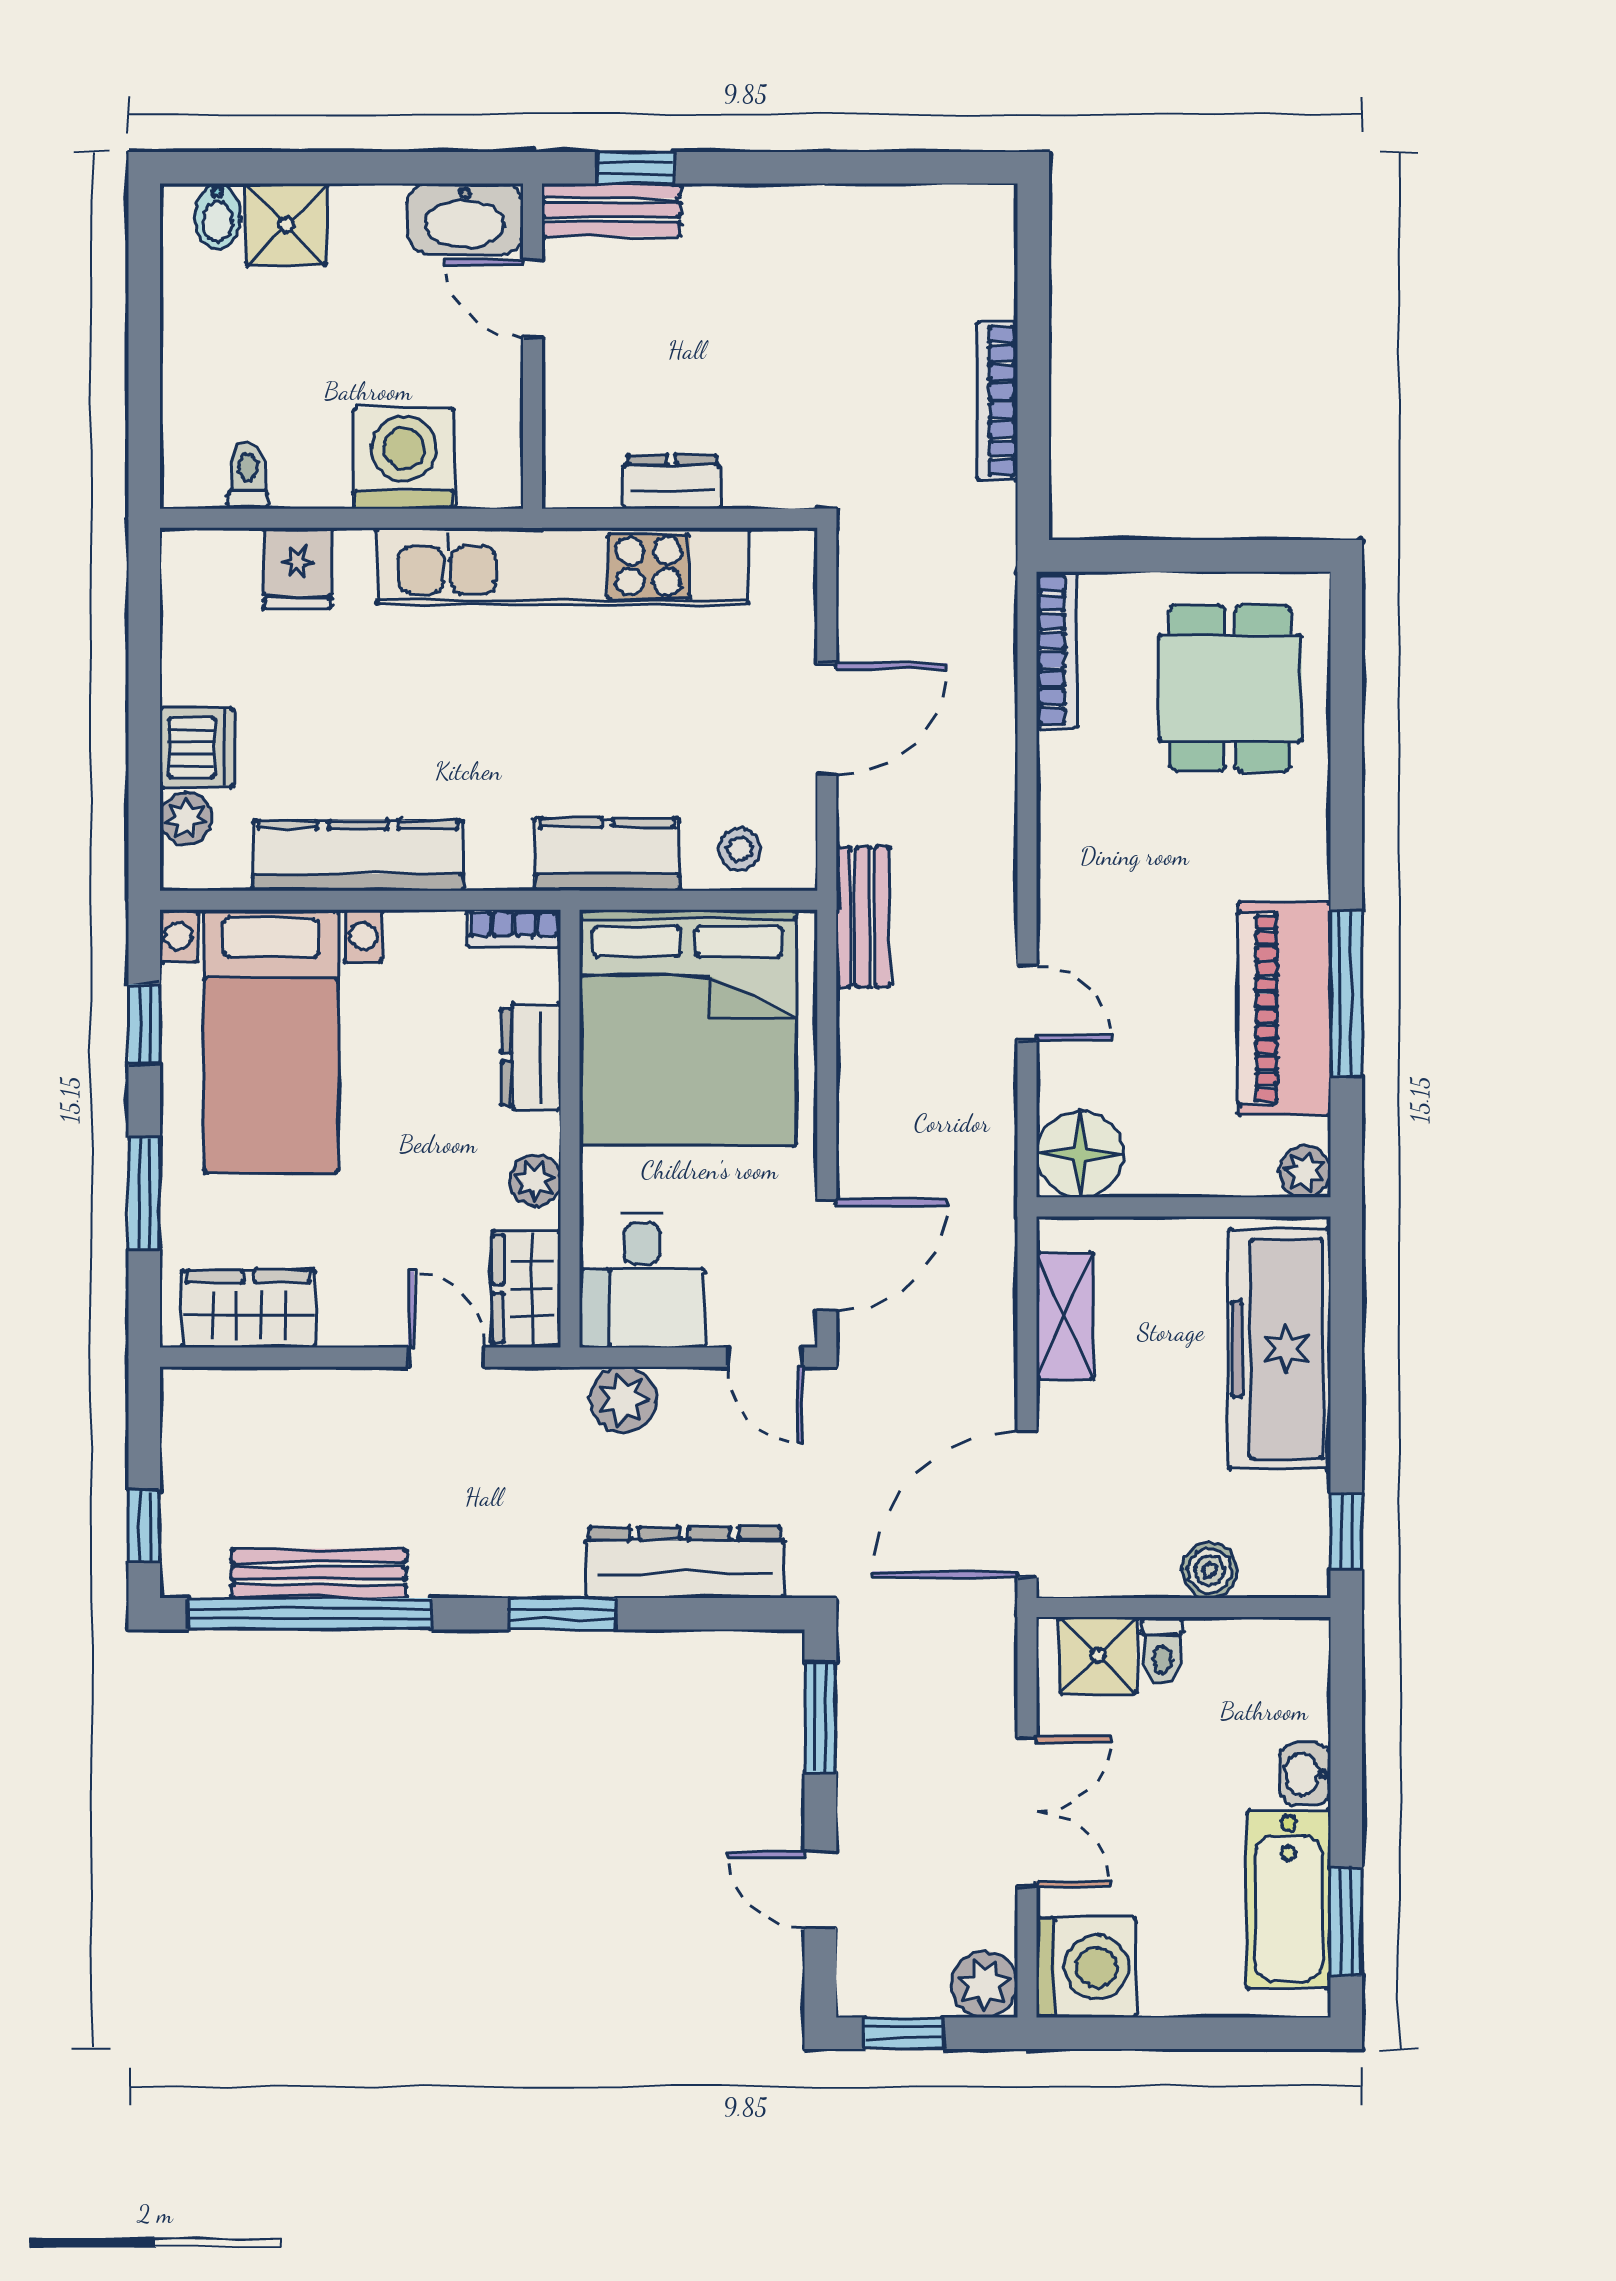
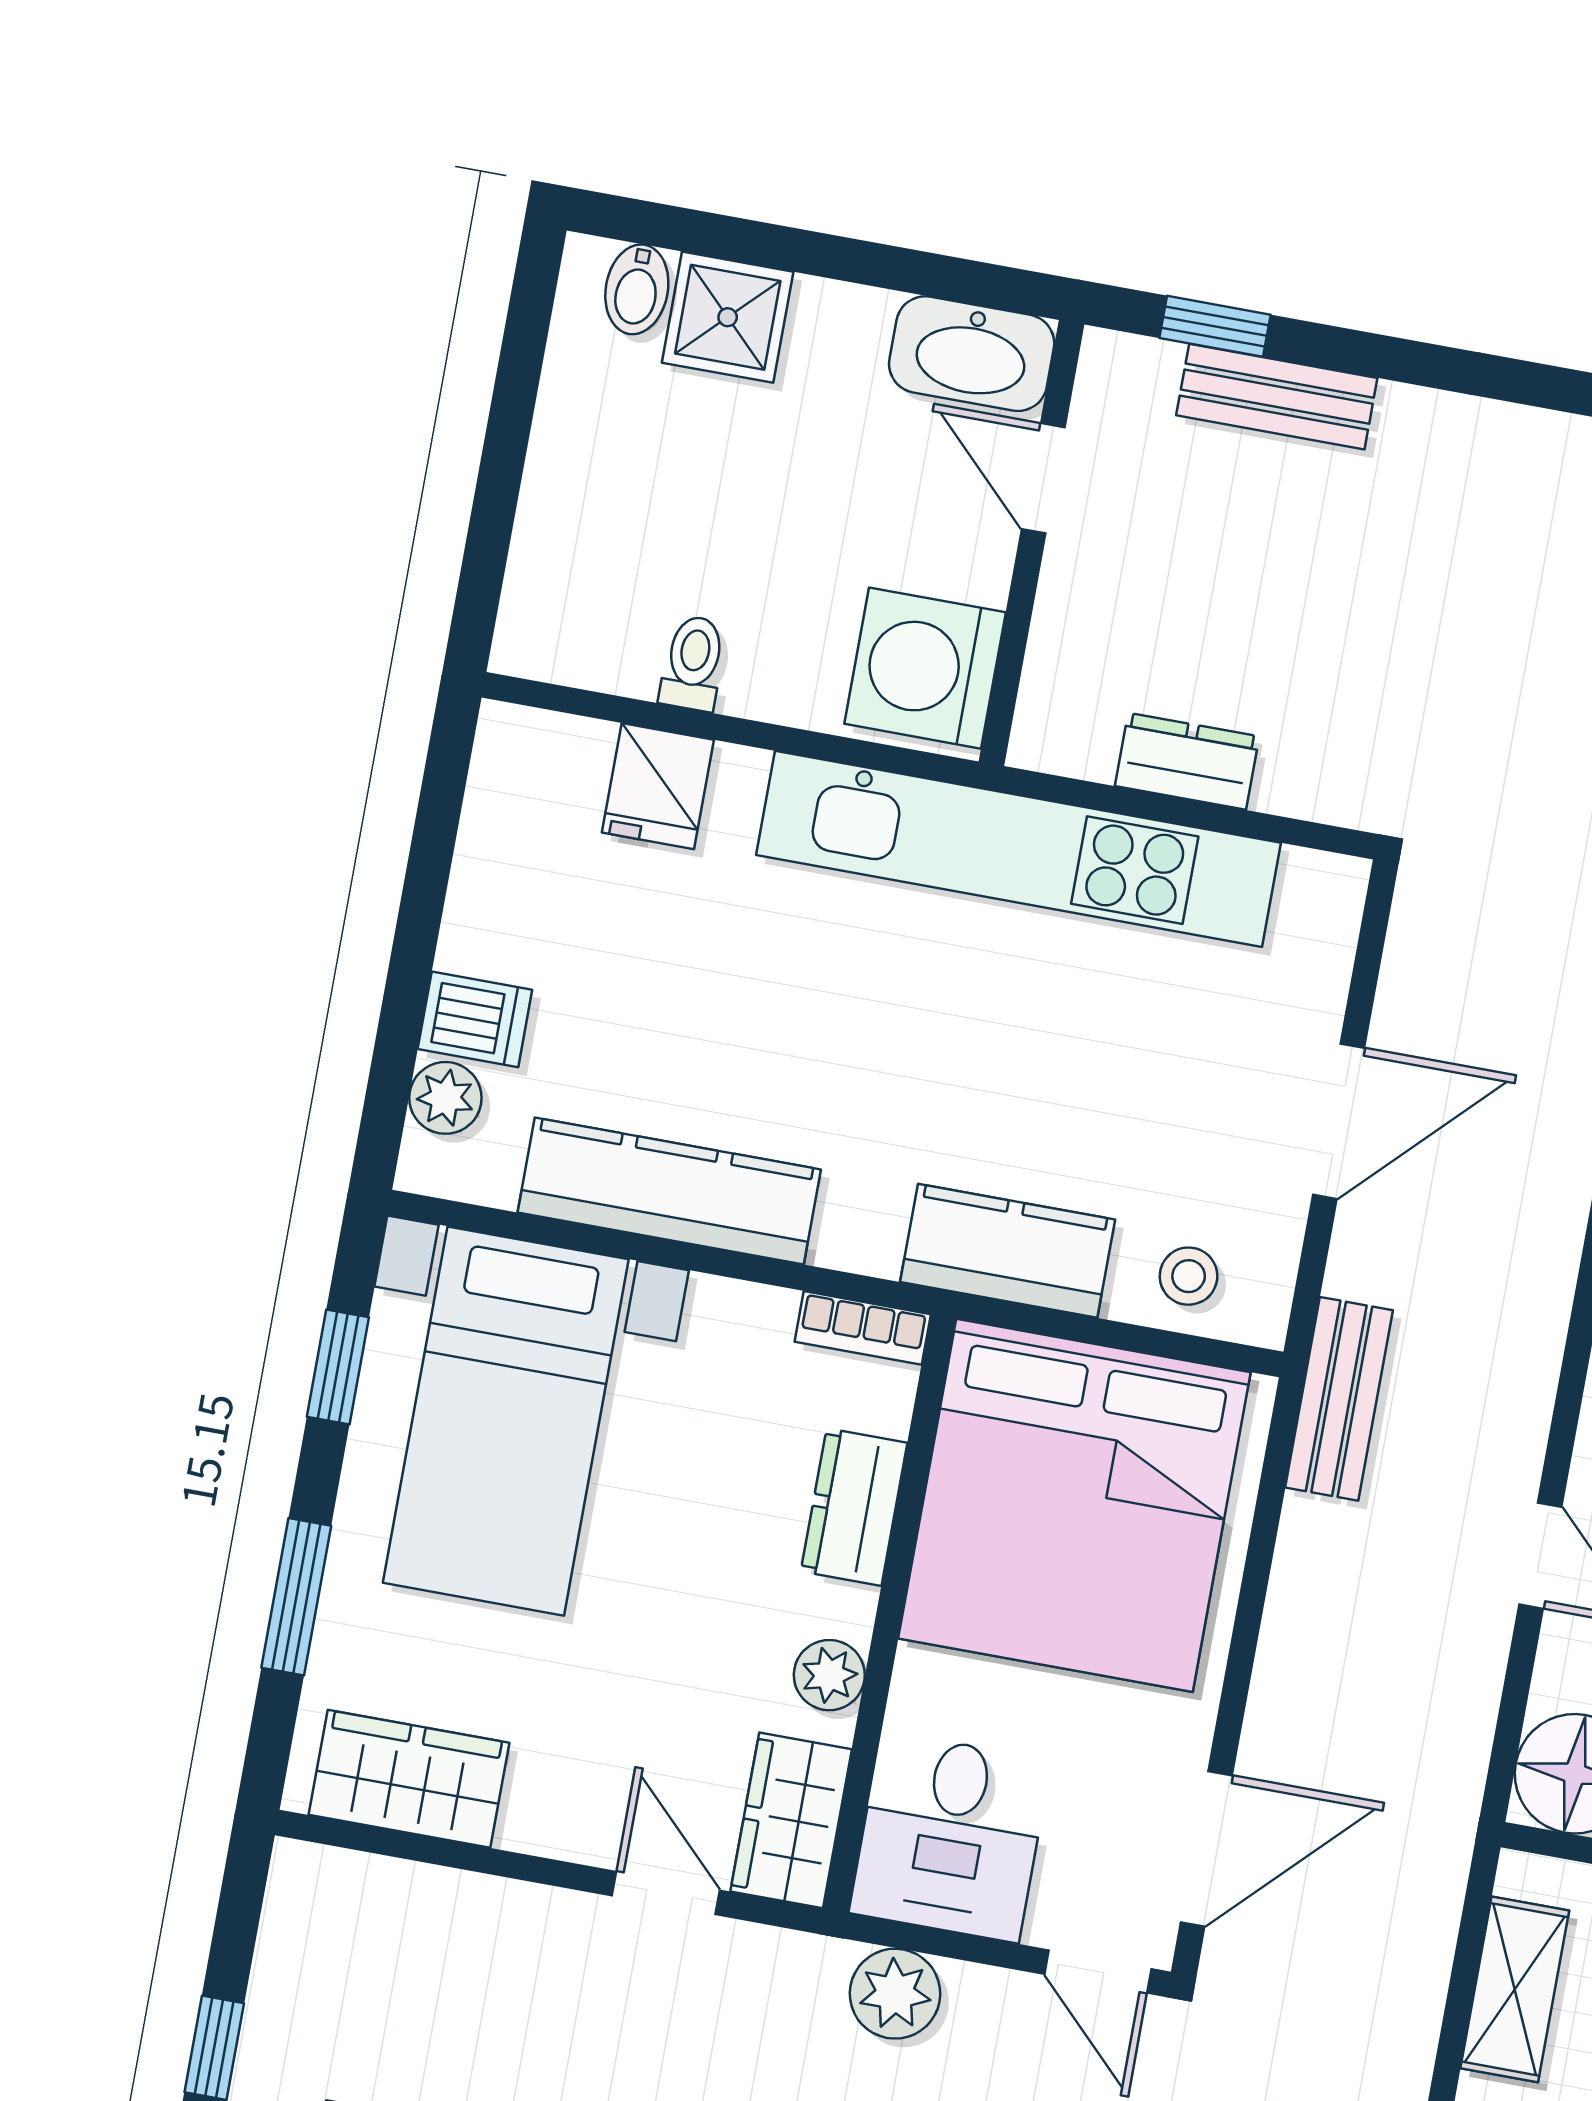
bench: (611, 210) -> (1277, 397), moved
washing machine: (404, 459) -> (925, 668), moved, turned -90
toilet: (247, 476) -> (693, 663), moved
dishwasher: (197, 748) -> (475, 1019), width x0.73

